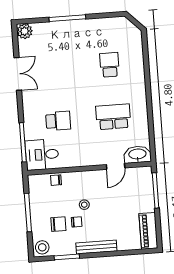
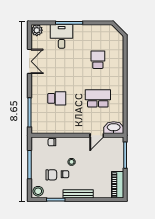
desk: (42, 155) -> (62, 36), moved, turned 90

